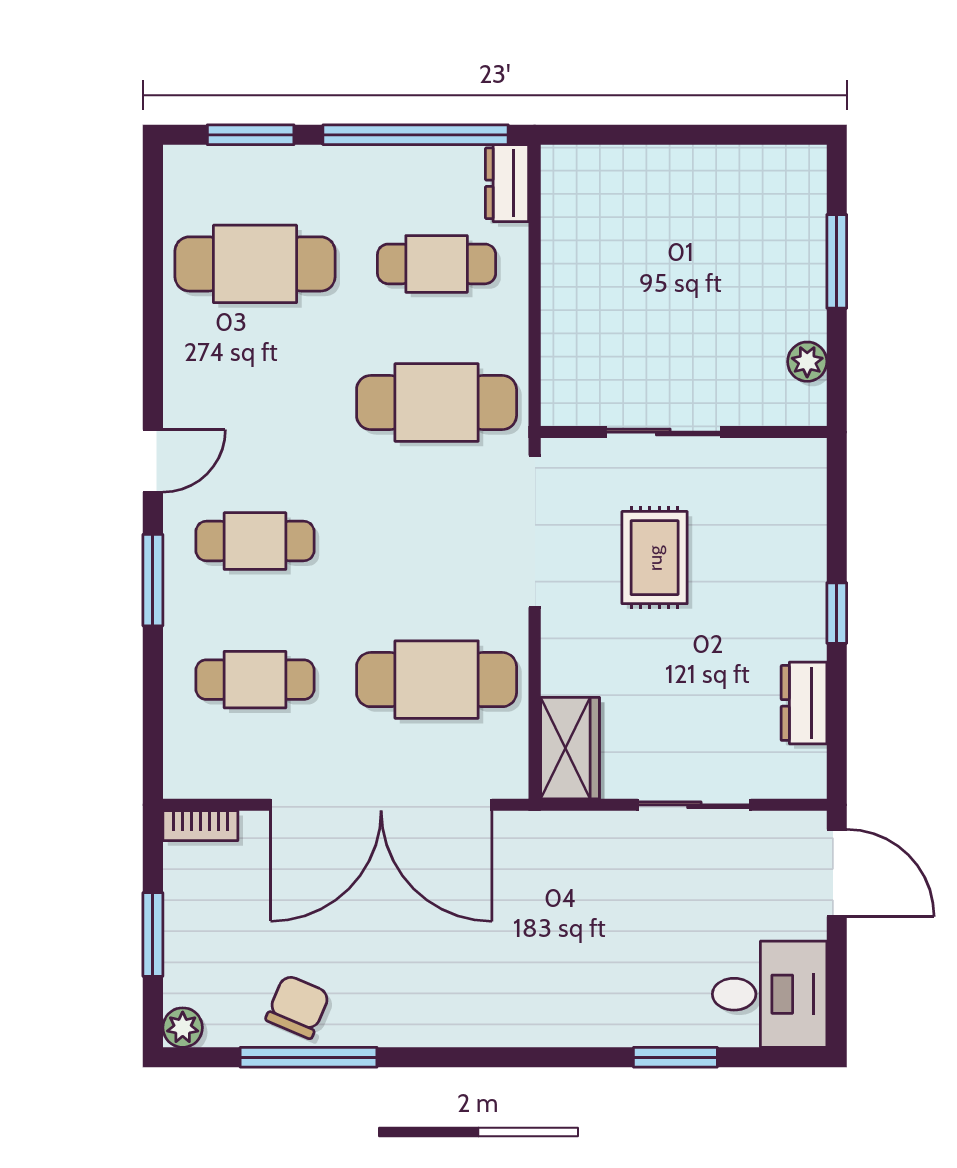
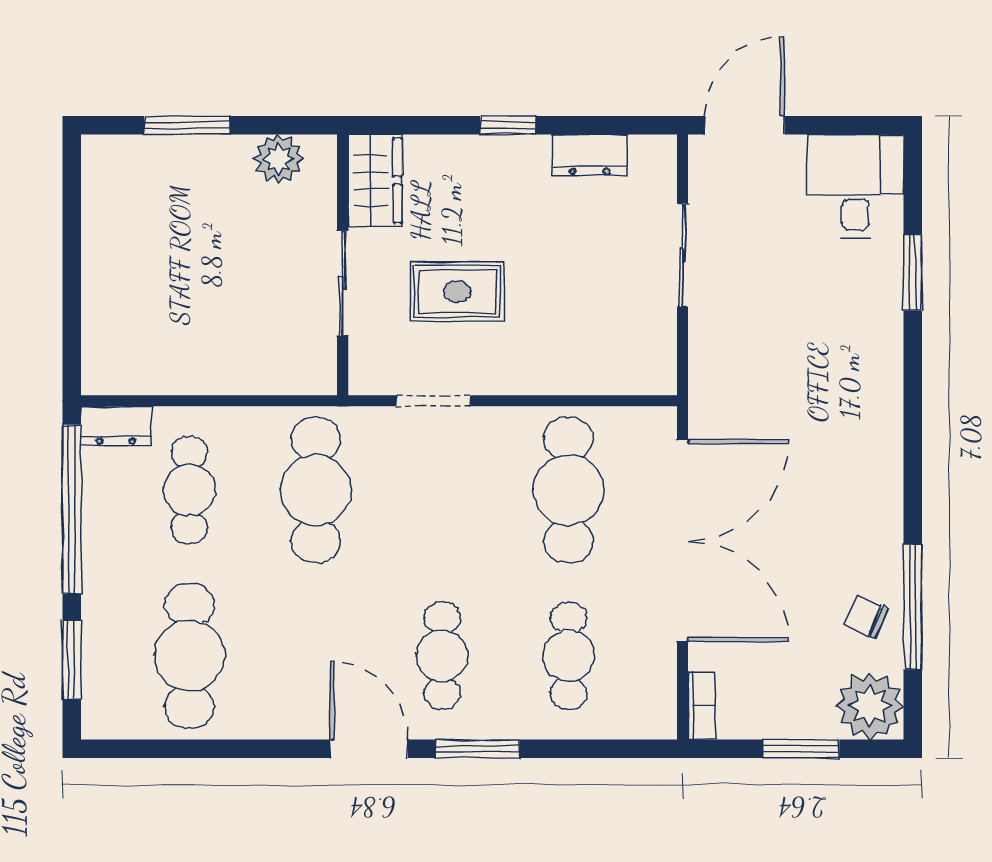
plant: (807, 362) -> (279, 159), width x1.38, depth x1.38
door: (153, 461) -> (369, 749), width x1.38
doorway: (535, 531) -> (433, 401), width x0.53
wardrobe: (570, 748) -> (375, 180), moved, turned 90
chair: (298, 1007) -> (867, 617), width x0.73, depth x0.73
plant: (183, 1028) -> (870, 706), width x1.87, depth x1.87

